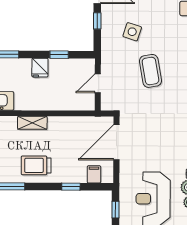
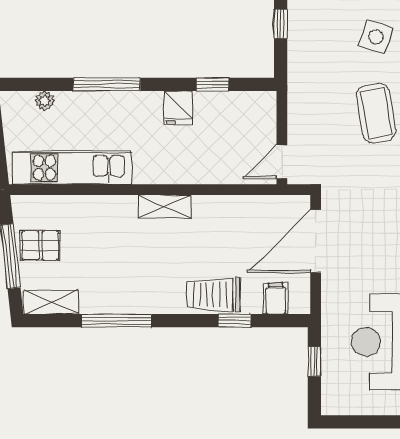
side table: (132, 32) -> (376, 37), moved
door: (98, 83) -> (282, 162), moved
trolley: (36, 165) -> (214, 295), moved

